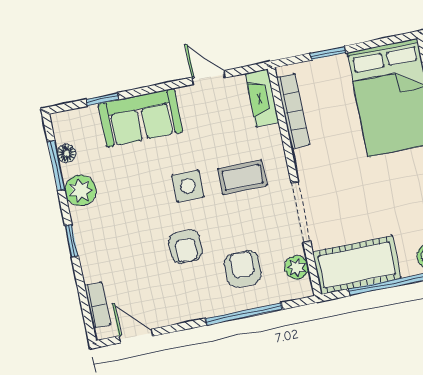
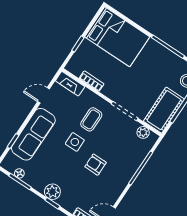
bookcase: (293, 111) -> (92, 81), width x0.64
sofa: (140, 118) -> (33, 134), width x1.36
plant: (80, 190) -> (52, 192), moved
armchair: (185, 246) -> (95, 165), turned 180
armchair: (243, 269) -> (124, 152), removed

